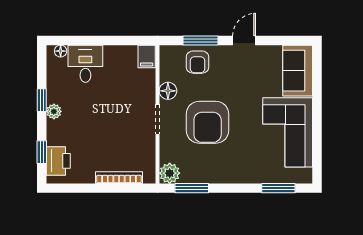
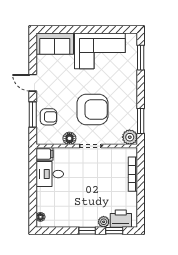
desk: (85, 64) -> (50, 174), moved
window: (42, 100) -> (87, 231), moved
plant: (54, 111) -> (104, 222), moved

